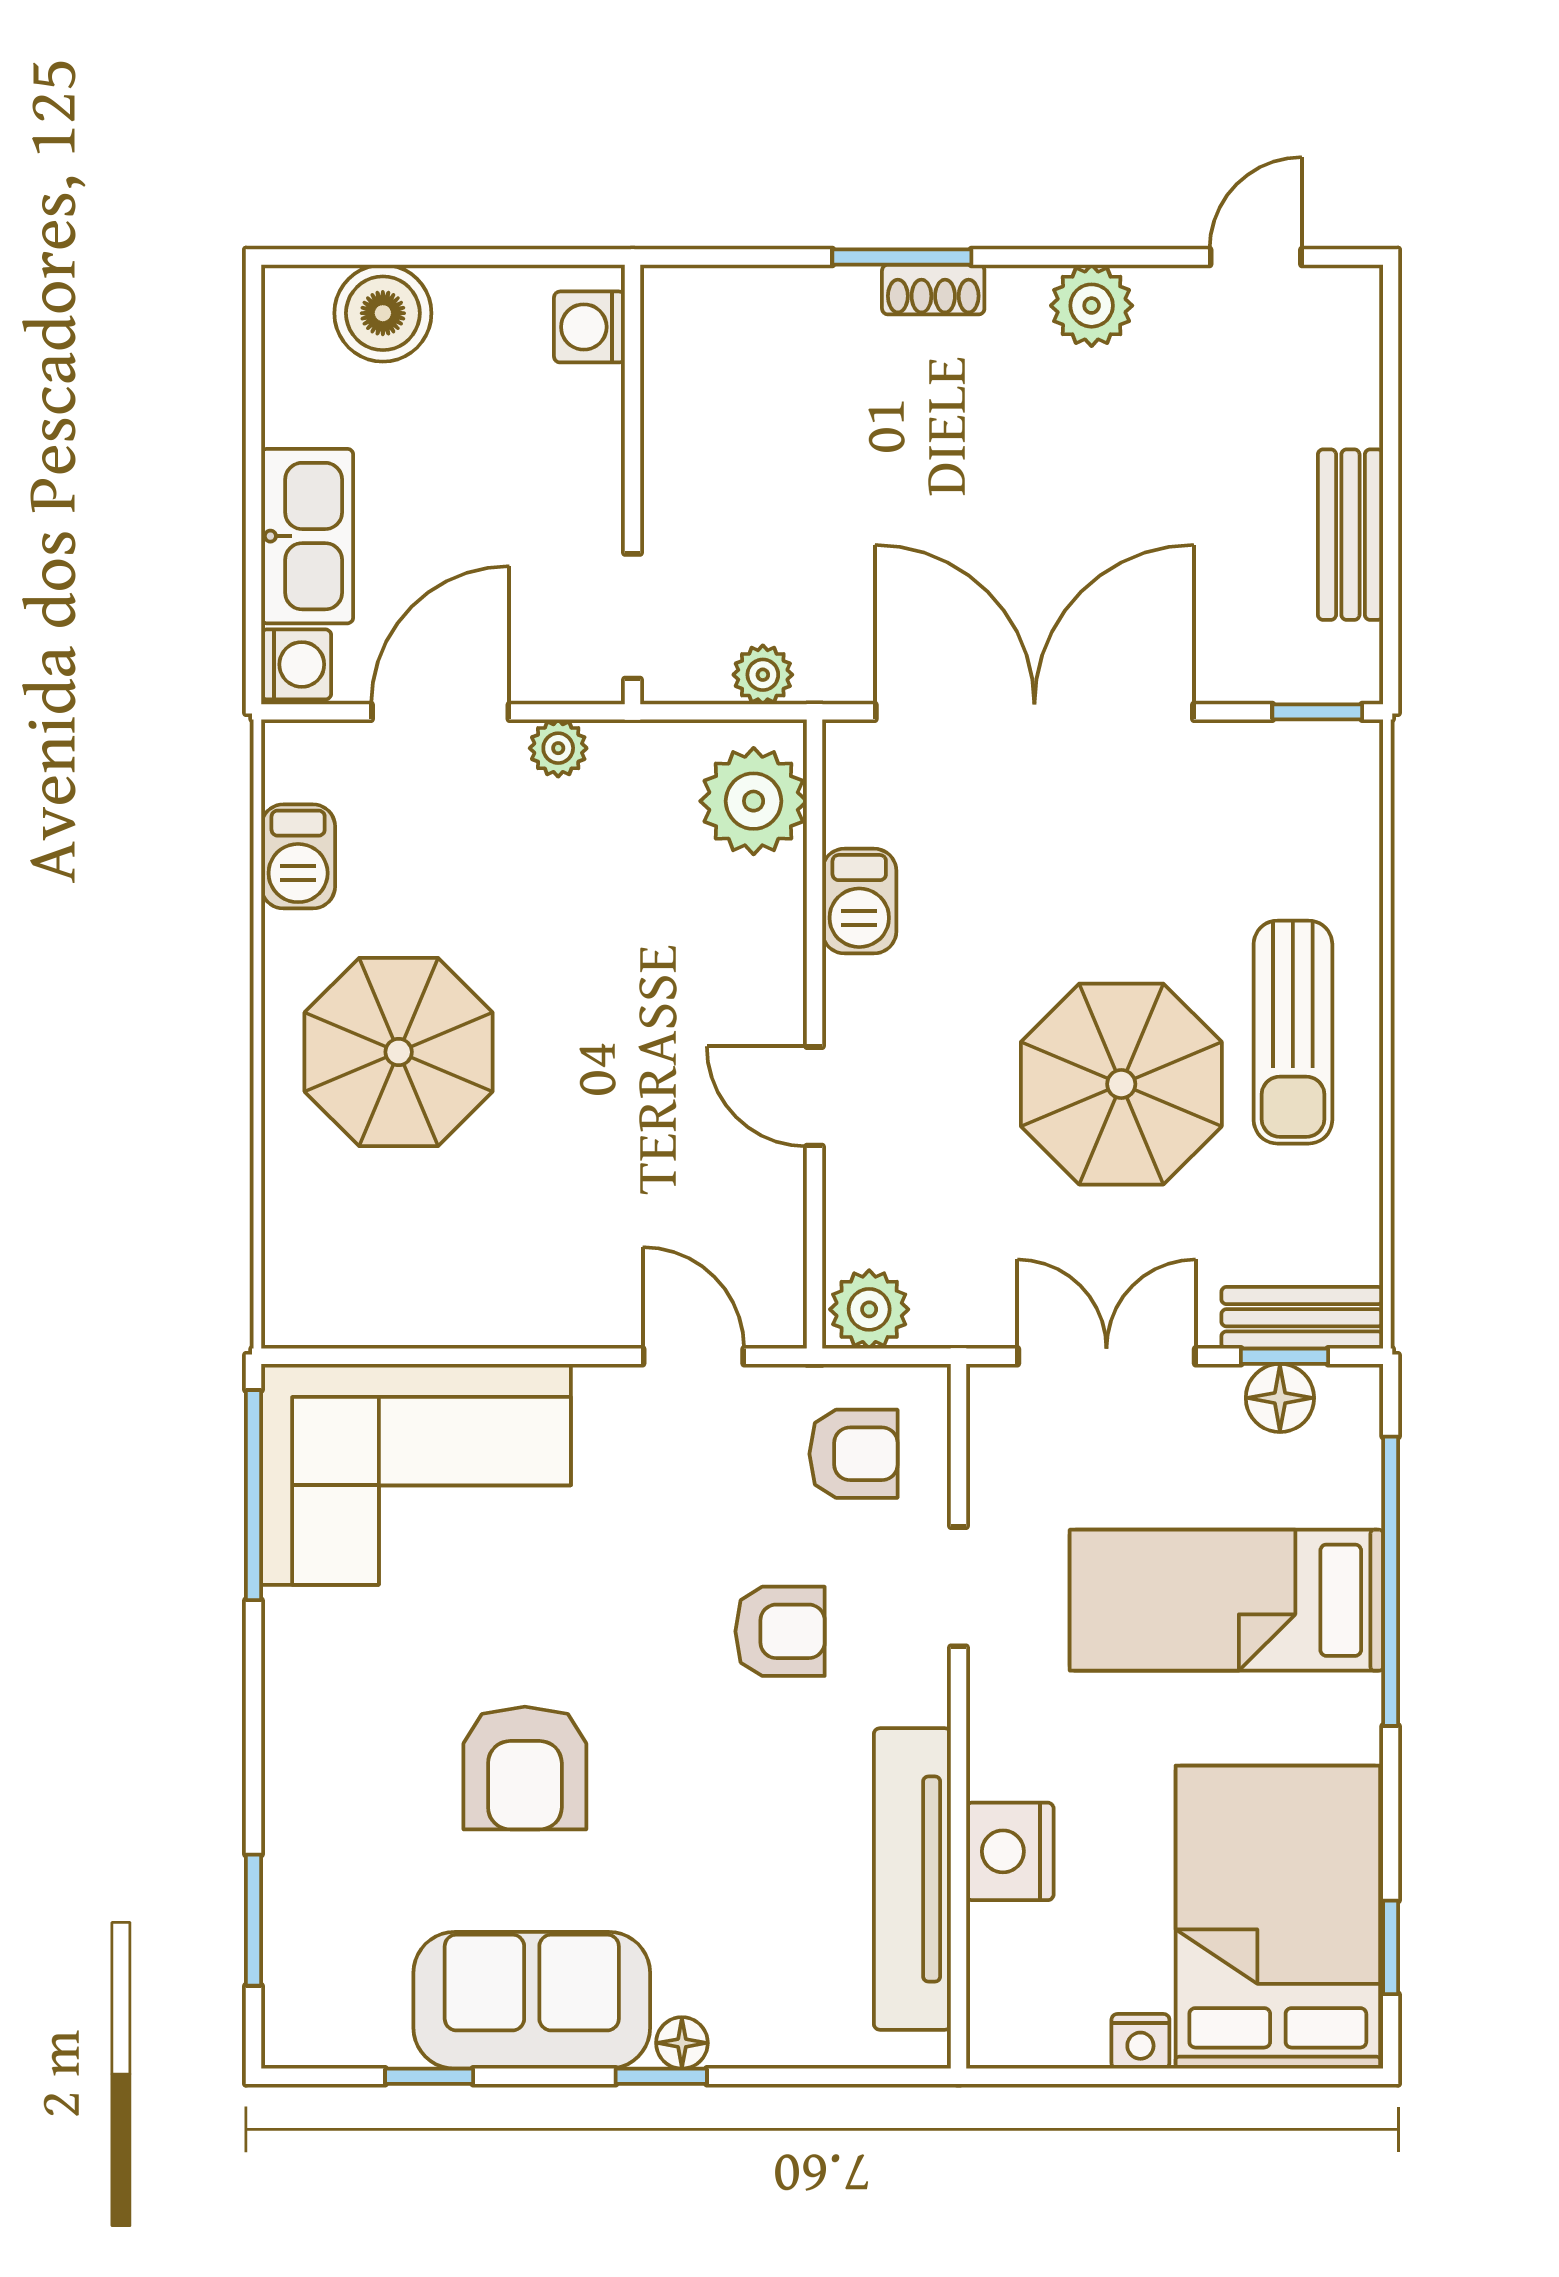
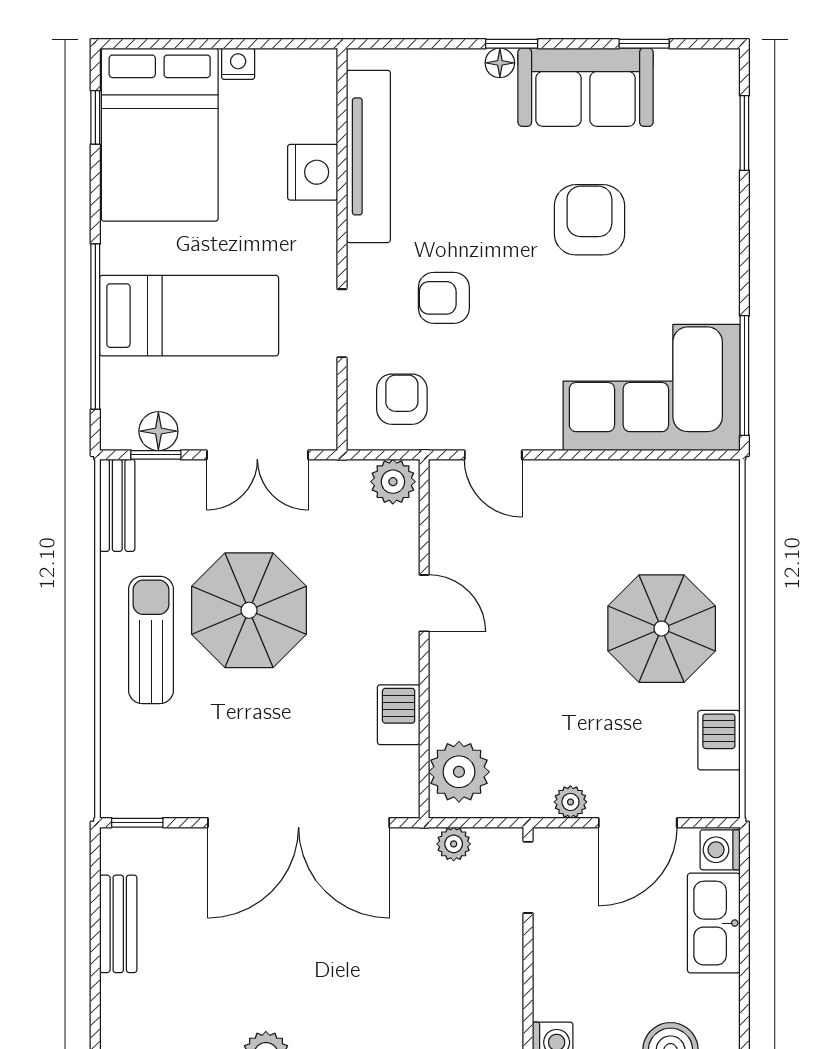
bench: (1302, 1318) -> (117, 505), moved, turned 90
armchair: (854, 1454) -> (402, 399), turned 90

